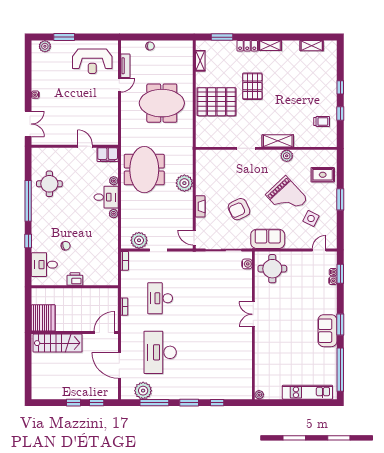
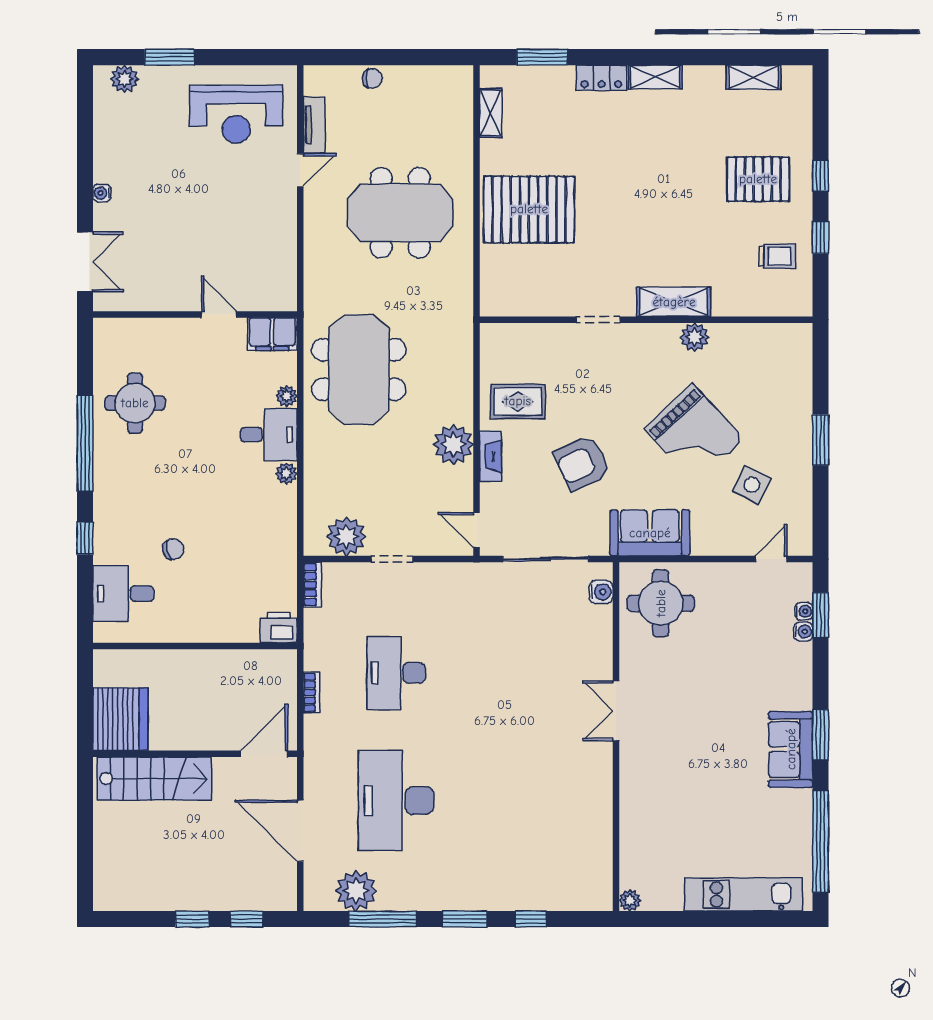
pallet: (252, 86) -> (758, 179), moved, turned 90
rug: (323, 175) -> (518, 401), moved
plant: (184, 183) -> (453, 445), moved
printer: (75, 279) -> (279, 628), moved

